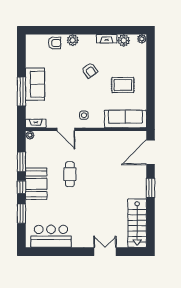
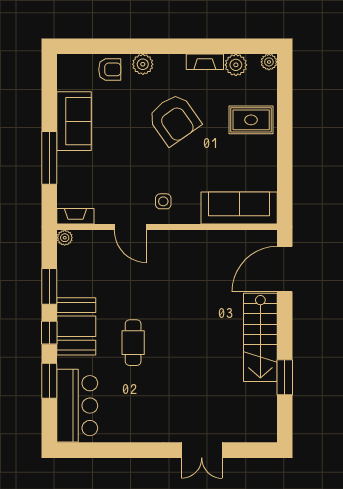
armchair: (90, 70) -> (174, 119), width x1.88, depth x1.88
sofa: (35, 84) -> (74, 121), moved
rug: (123, 85) -> (251, 120), moved
cafe table: (70, 174) -> (133, 343), moved
window: (150, 188) -> (285, 377), moved
stairs: (137, 223) -> (260, 337), moved
bar counter: (51, 236) -> (77, 406), moved, turned 90
double door: (105, 252) -> (202, 450), swing flipped

